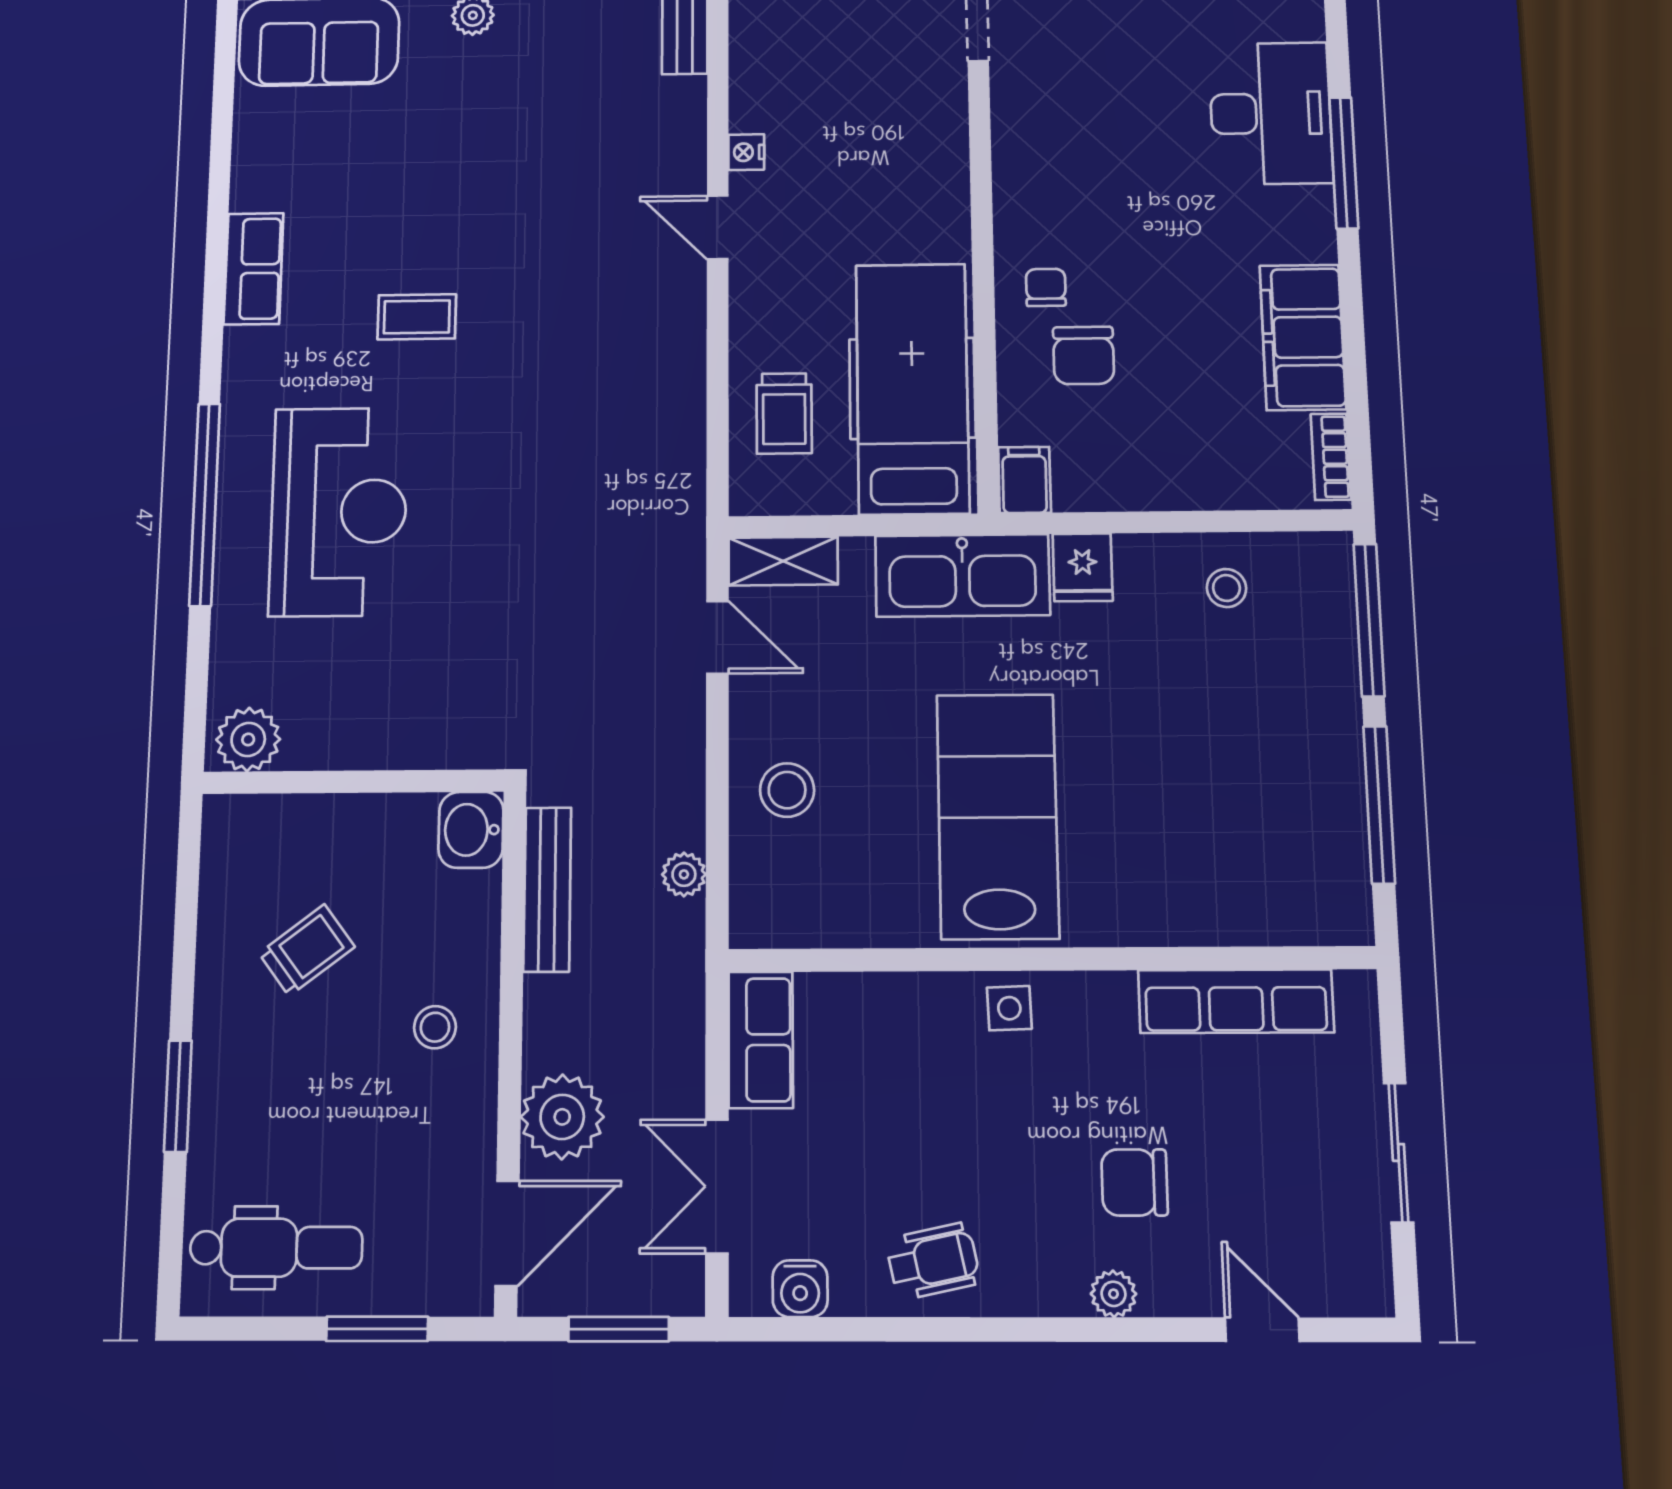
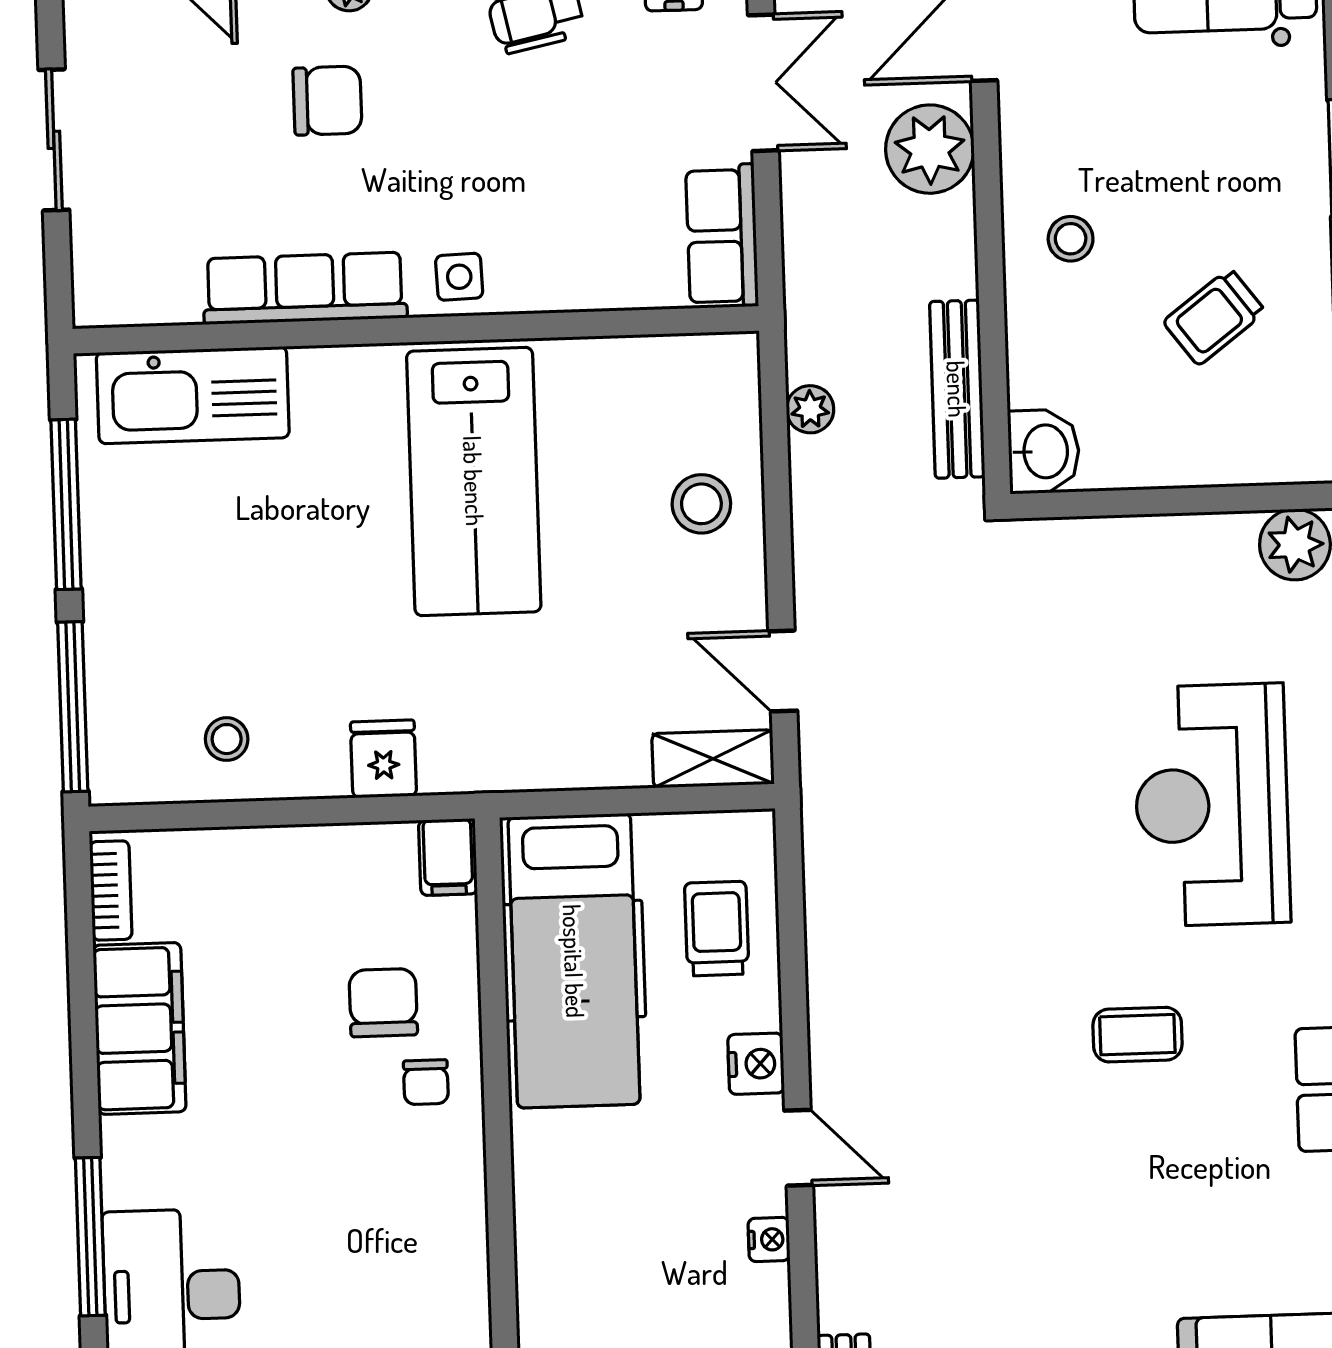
nightstand: (753, 298) -> (756, 1064), added
kitchen sink: (962, 575) -> (193, 395), moved, turned 180
row of seats: (1236, 1001) -> (305, 288), moved

